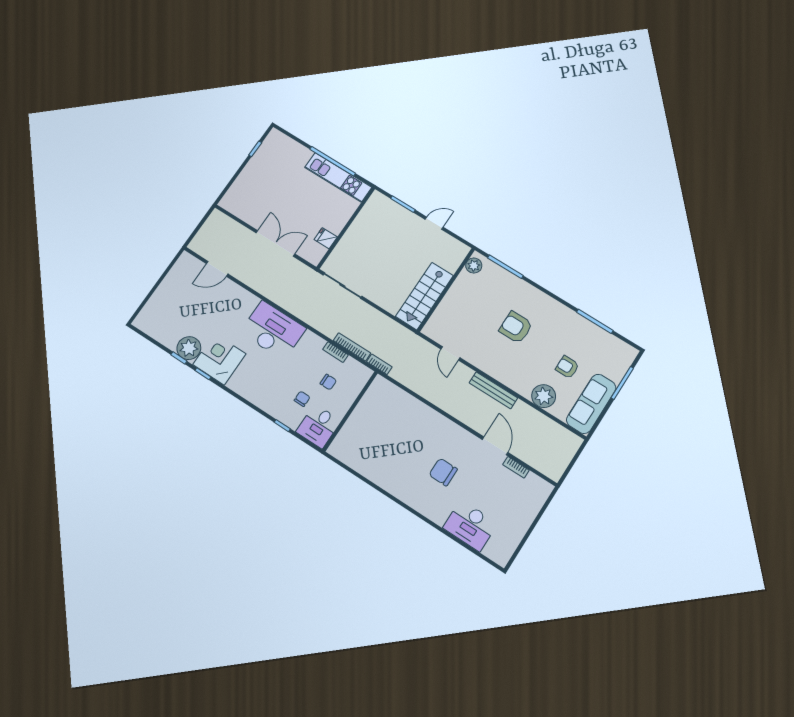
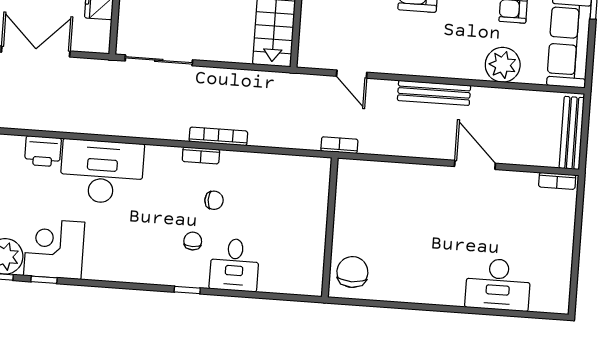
printer: (246, 301) -> (43, 151), added
bookcase: (379, 364) -> (339, 145), moved
wall: (350, 411) -> (330, 227), moved
bench: (564, 459) -> (572, 133), added
bookcase: (516, 467) -> (557, 181), moved
chair: (443, 472) -> (352, 272), moved, turned 90

